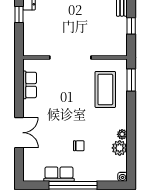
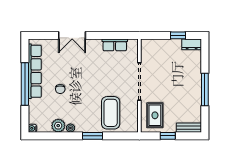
rug: (108, 40) -> (155, 115), added
window: (131, 80) -> (92, 136), moved
coffee table: (105, 89) -> (111, 113), turned 90
row of seats: (59, 174) -> (35, 71), width x2.02

